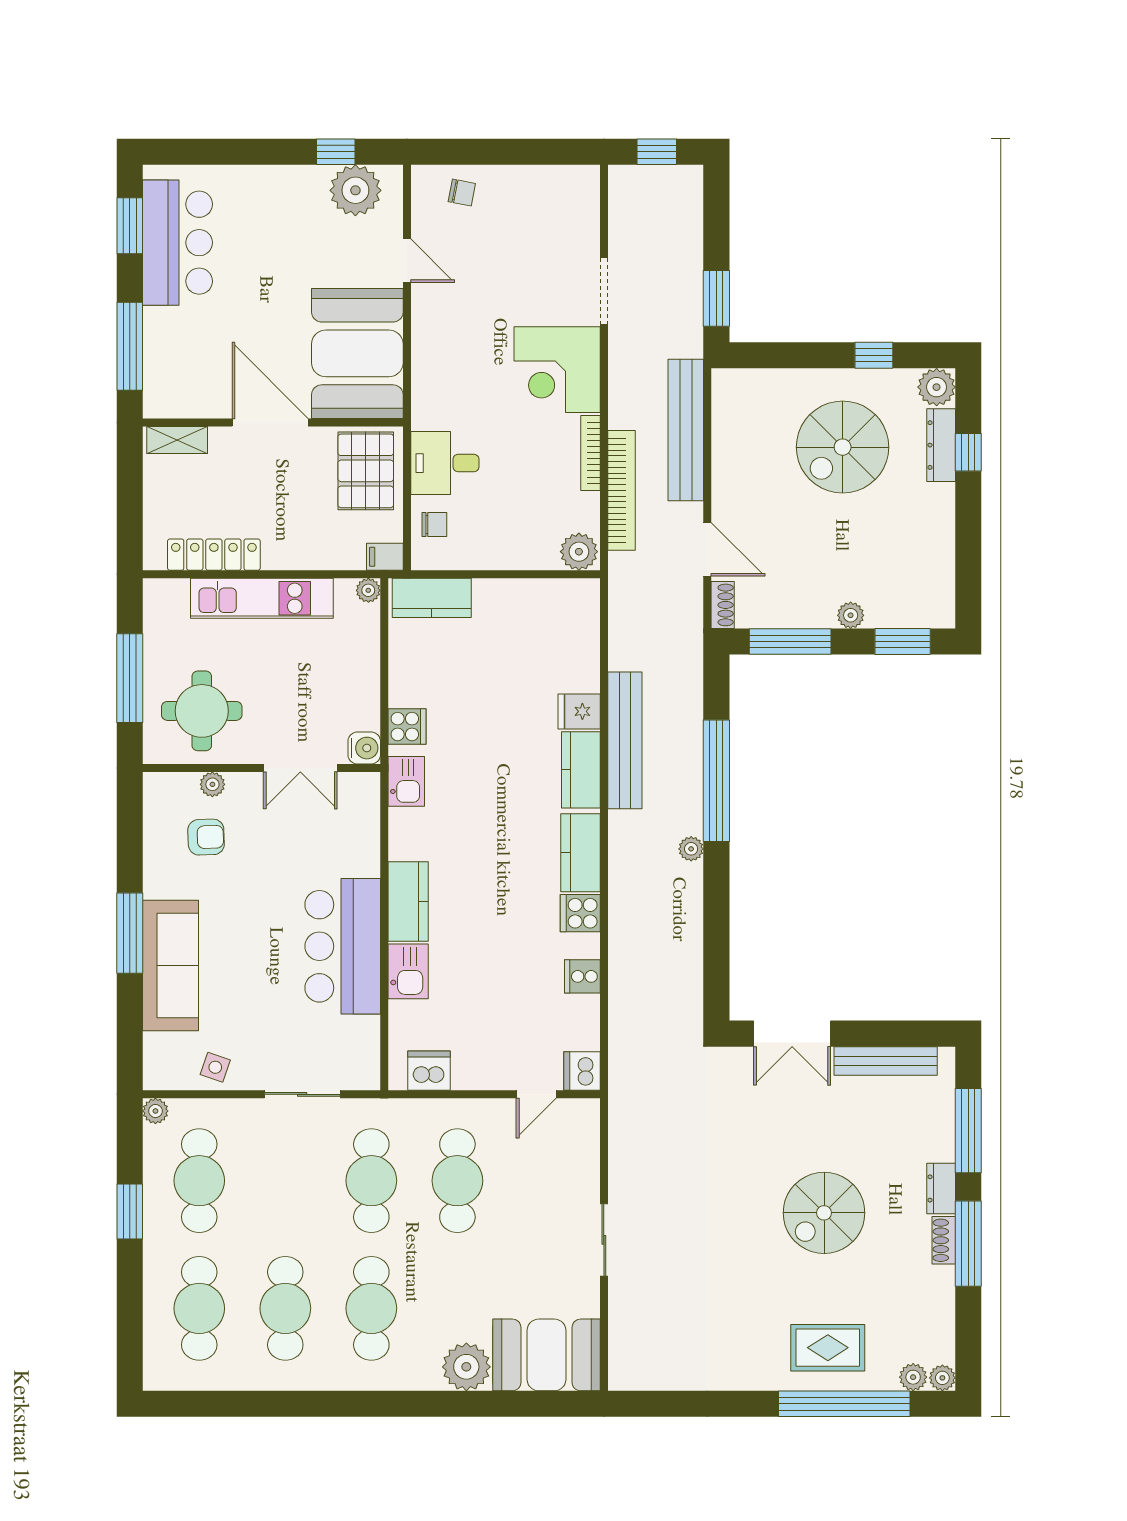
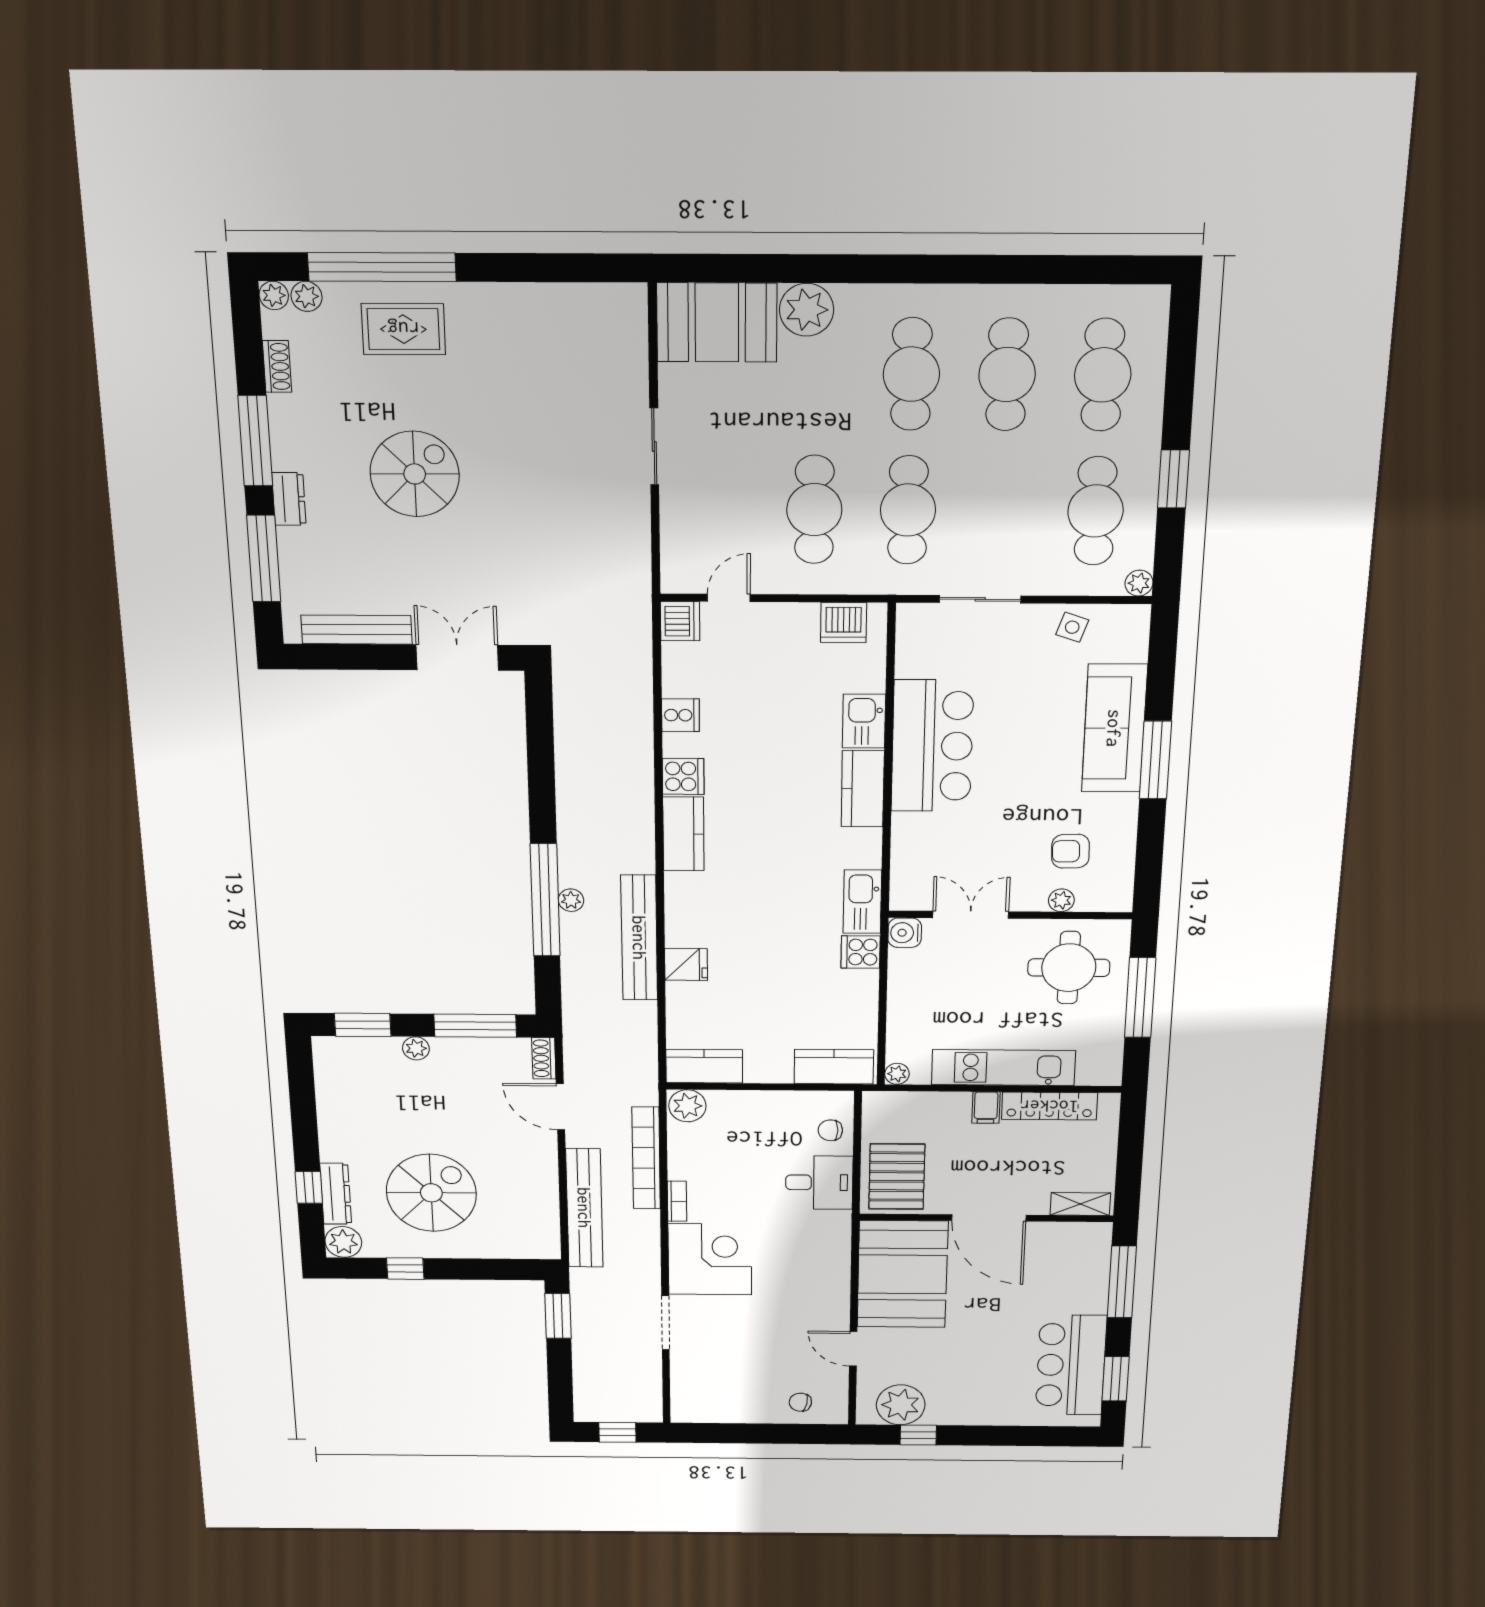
bookcase: (590, 453) -> (677, 1201), width x0.64
filing cabinet: (385, 557) -> (986, 1108), moved, turned 90
kitchen counter: (581, 770) -> (704, 1066), moved, turned -90
kitchen sink: (406, 781) -> (862, 902), width x1.38
plant: (691, 849) -> (571, 900), moved
shoe rack: (944, 1240) -> (277, 366), moved

